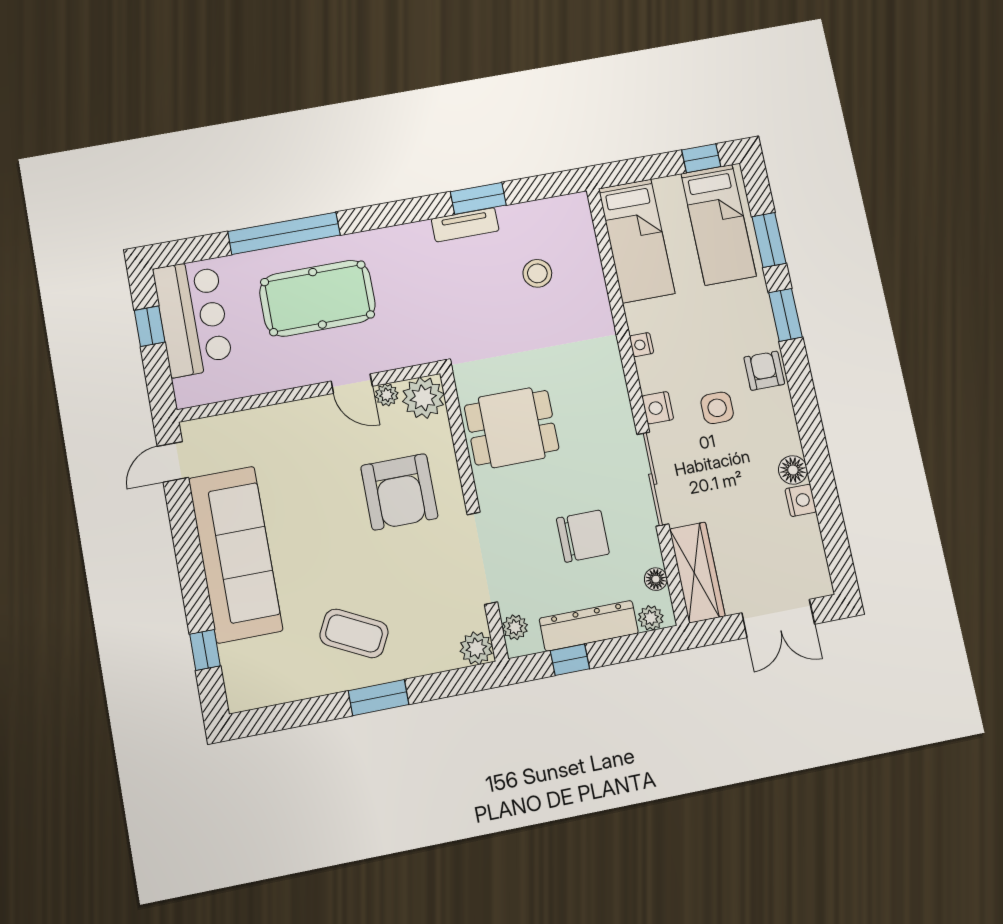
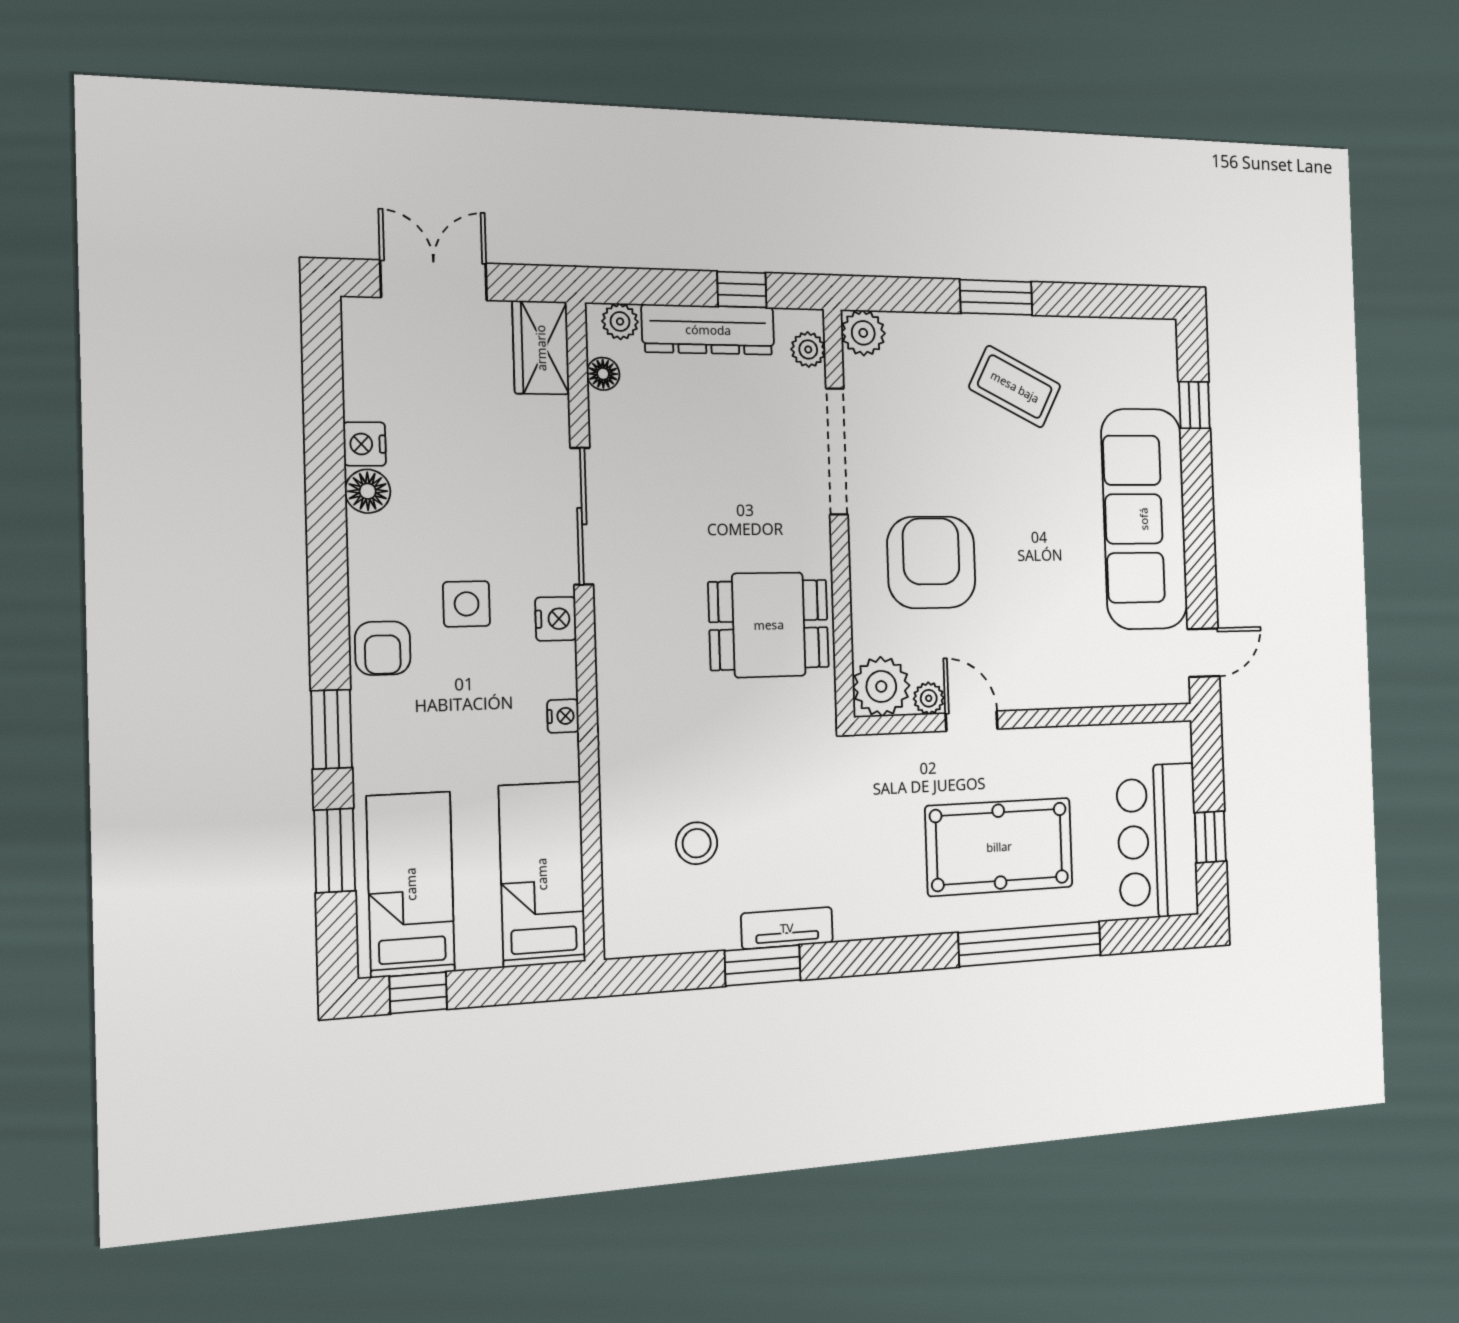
chair: (583, 536) -> (695, 455), removed
wardrobe: (697, 572) -> (541, 348), width x0.67

